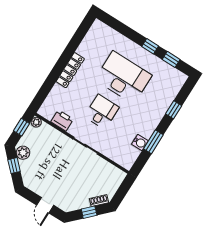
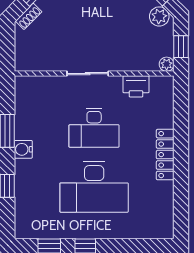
desk: (102, 112) -> (94, 128), width x1.37
water cooler: (140, 143) -> (23, 149), moved

